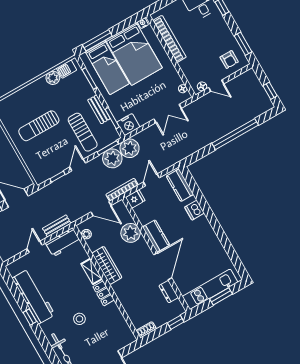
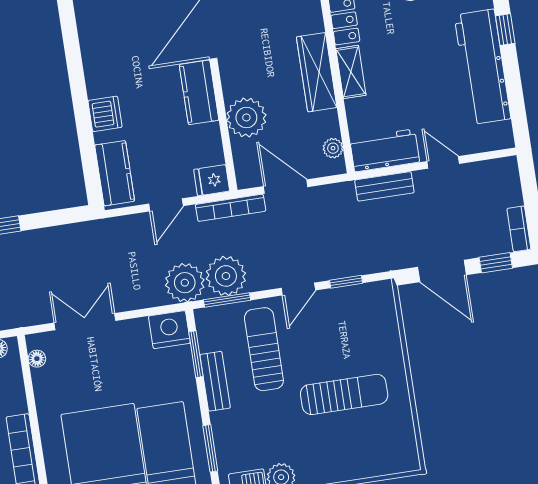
door: (35, 247) -> (443, 162), swing flipped

